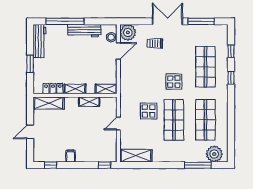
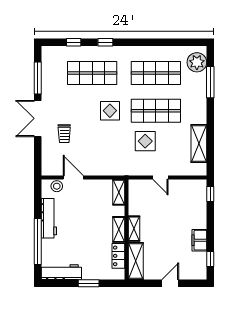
plant: (128, 32) -> (51, 166), removed
shelving: (89, 102) -> (134, 229), moved
door: (30, 132) -> (170, 283), swing flipped
filing cabinet: (71, 156) -> (199, 240), width x2.00
shelving: (136, 156) -> (199, 143), moved

